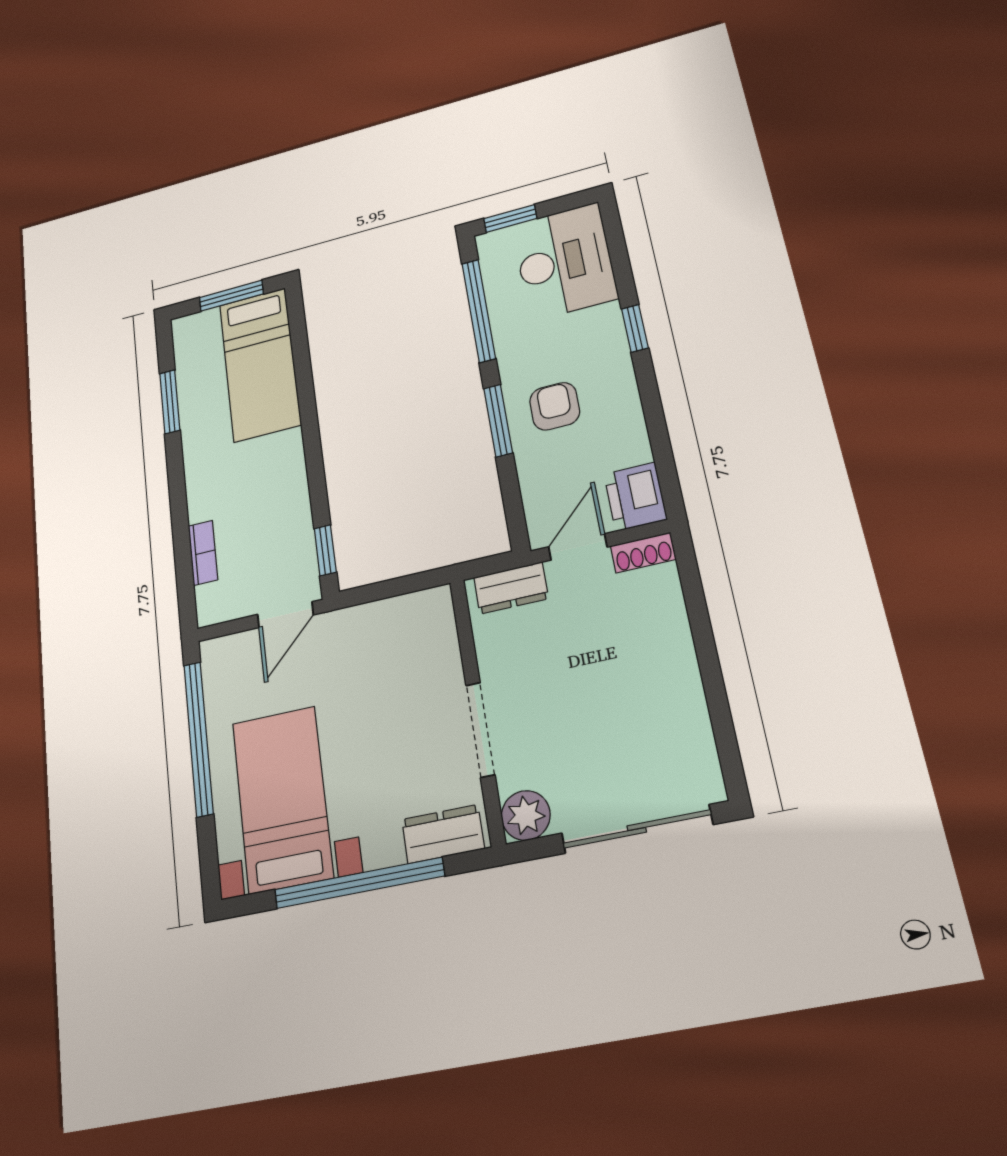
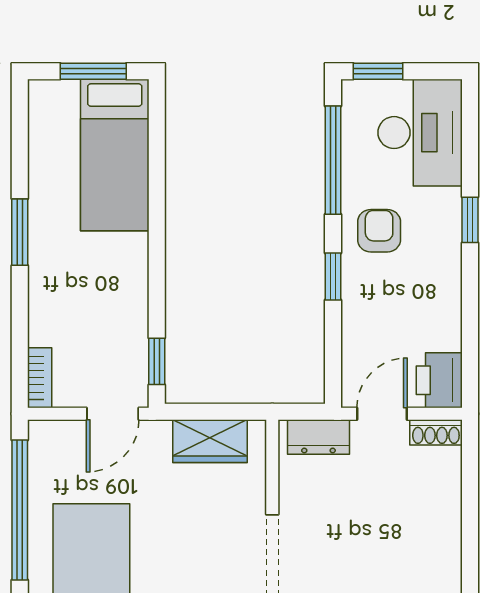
window: (170, 402) -> (20, 232), moved
armchair: (555, 406) -> (379, 231), moved
window: (498, 421) -> (333, 276), width x0.67
bookcase: (203, 553) -> (40, 378), moved
wardrobe: (393, 620) -> (210, 441), added

